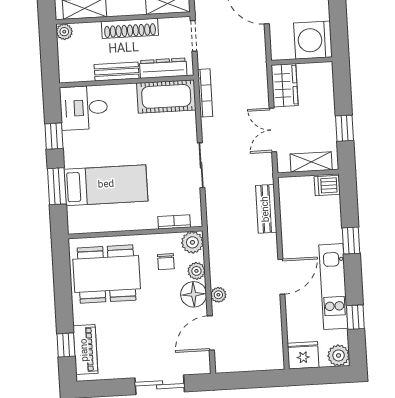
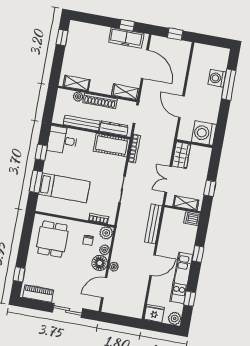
plant: (64, 32) -> (78, 96), moved
bench: (117, 72) -> (82, 123), width x1.36
bench: (266, 209) -> (153, 224), width x1.36
dining table: (107, 274) -> (52, 239), width x0.73
piano: (85, 350) -> (38, 294), moved, turned -90

